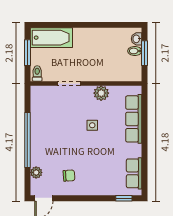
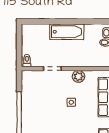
bathtub: (51, 38) -> (67, 32), moved
window: (27, 53) -> (19, 44), removed

